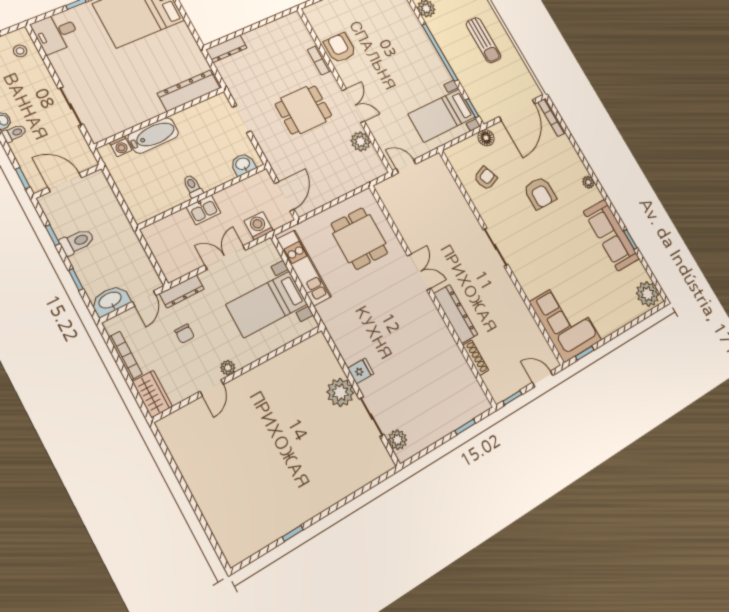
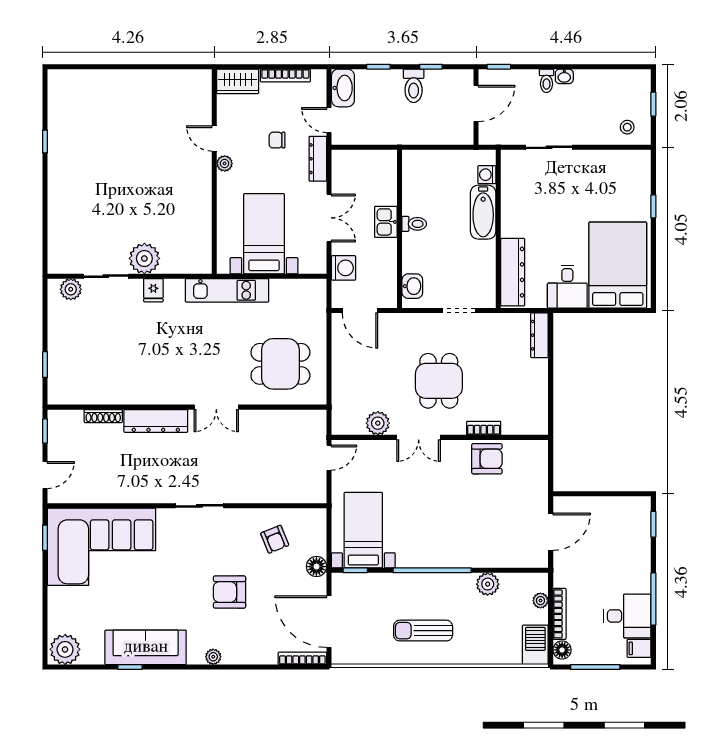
desk: (56, 33) -> (567, 287), moved, turned 180
kitchen unit: (304, 268) -> (227, 290), moved
corner sofa: (565, 321) -> (102, 547), width x1.36, depth x1.36

